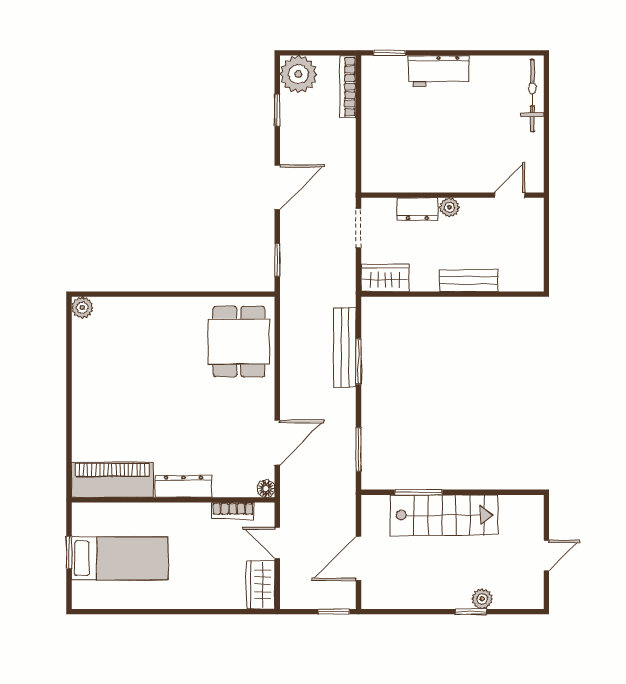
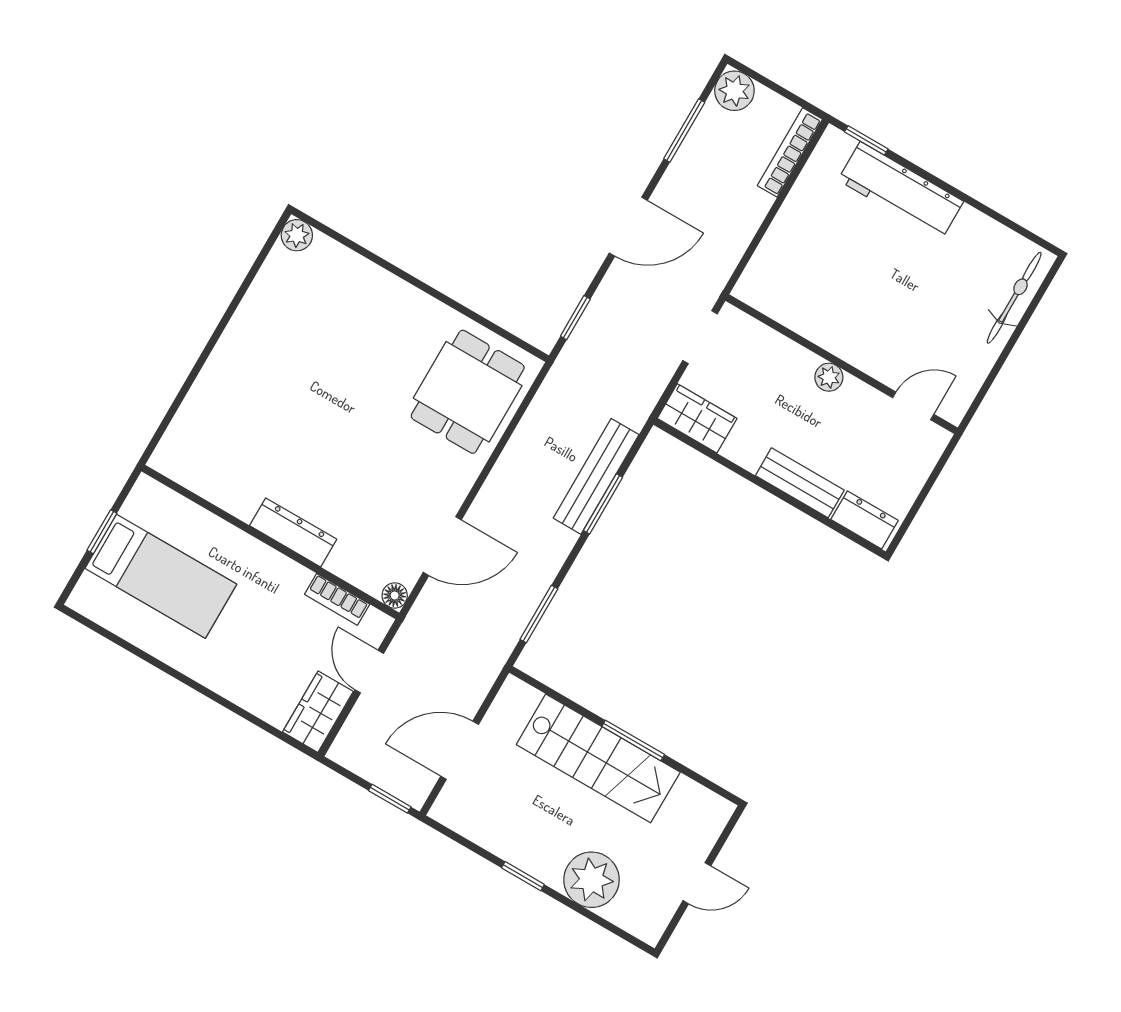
workbench: (439, 71) -> (901, 191), width x1.38
plant: (298, 74) -> (734, 91), width x0.73, depth x0.73
window: (277, 110) -> (684, 130), width x1.50
dresser: (417, 209) -> (864, 520), moved, turned 180
piano: (112, 480) -> (209, 472), removed
window: (419, 492) -> (633, 740), moved
plant: (482, 599) -> (592, 880), width x1.88, depth x1.88
window: (471, 612) -> (523, 876), moved

